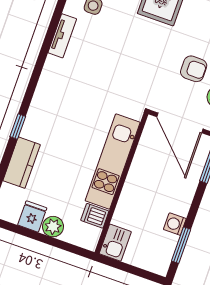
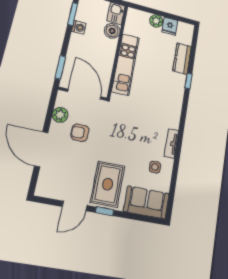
boiler: (125, 215) -> (112, 31), added
dishwasher: (95, 216) -> (131, 29), removed

